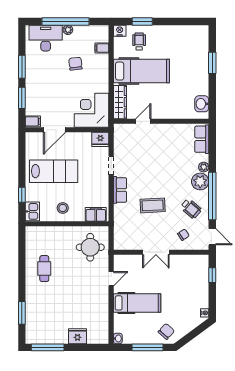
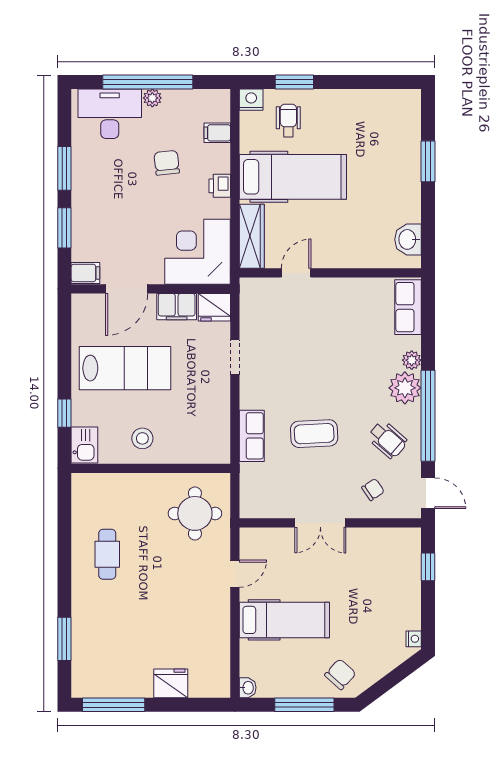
printer: (103, 76) -> (220, 186), added
row of seats: (120, 190) -> (252, 436), moved
filing cabinet: (96, 214) -> (177, 307), moved, turned 180

